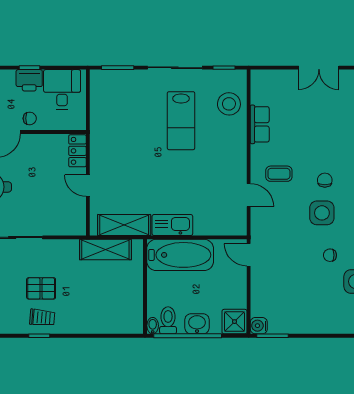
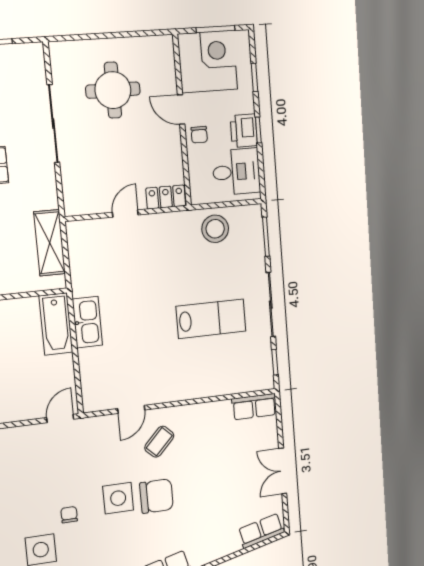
stool: (229, 104) -> (215, 229), moved
lab bench: (181, 121) -> (211, 319), turned 180
row of seats: (260, 124) -> (254, 407), moved
coffee table: (279, 174) -> (159, 442), turned 44
chair: (325, 180) -> (157, 496), width x1.87, depth x1.87
shelving: (124, 225) -> (82, 263), removed
bathtub: (180, 255) -> (56, 324), width x0.73, depth x0.73

